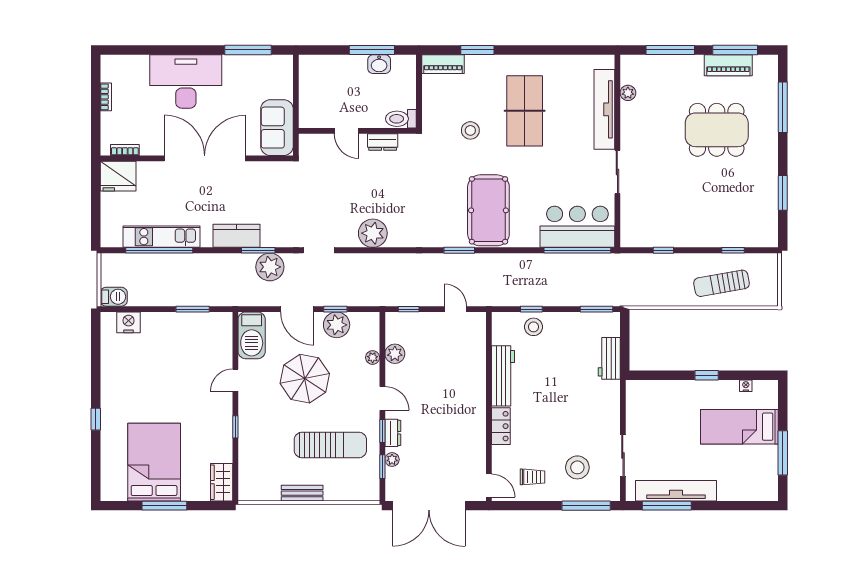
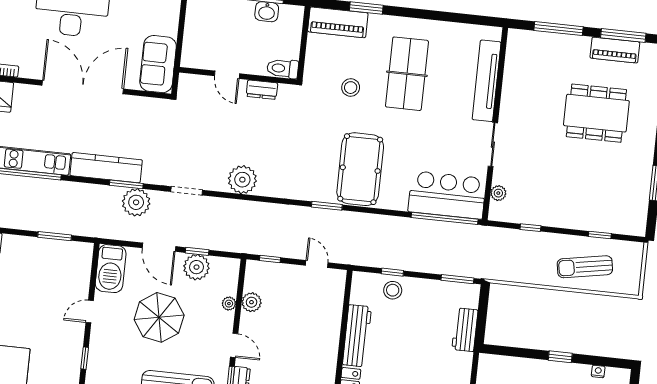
piano: (443, 64) -> (338, 22), width x1.37, depth x1.33
plant: (628, 93) -> (498, 193), moved
kitchen counter: (236, 236) -> (106, 168), width x1.50

